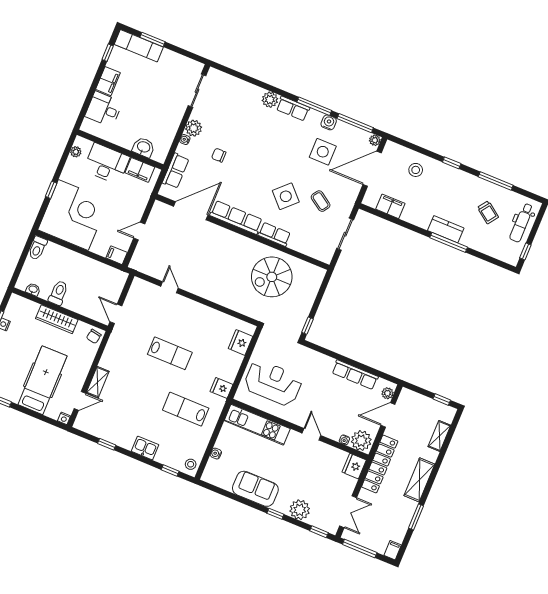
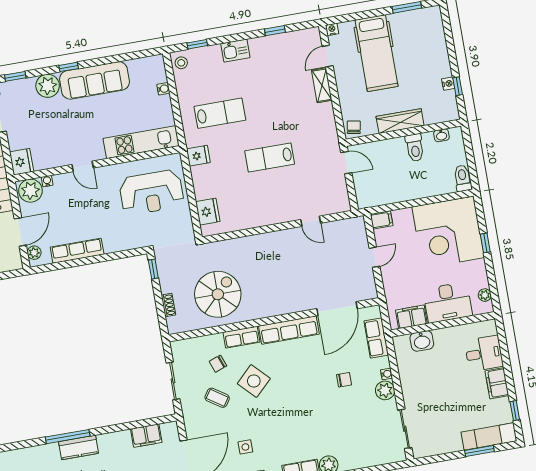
side table: (323, 152) -> (245, 447), width x0.54, depth x0.54
chair: (304, 226) -> (218, 364), added
shoe rack: (313, 292) -> (168, 305), added
sofa: (255, 489) -> (94, 80), width x1.36

